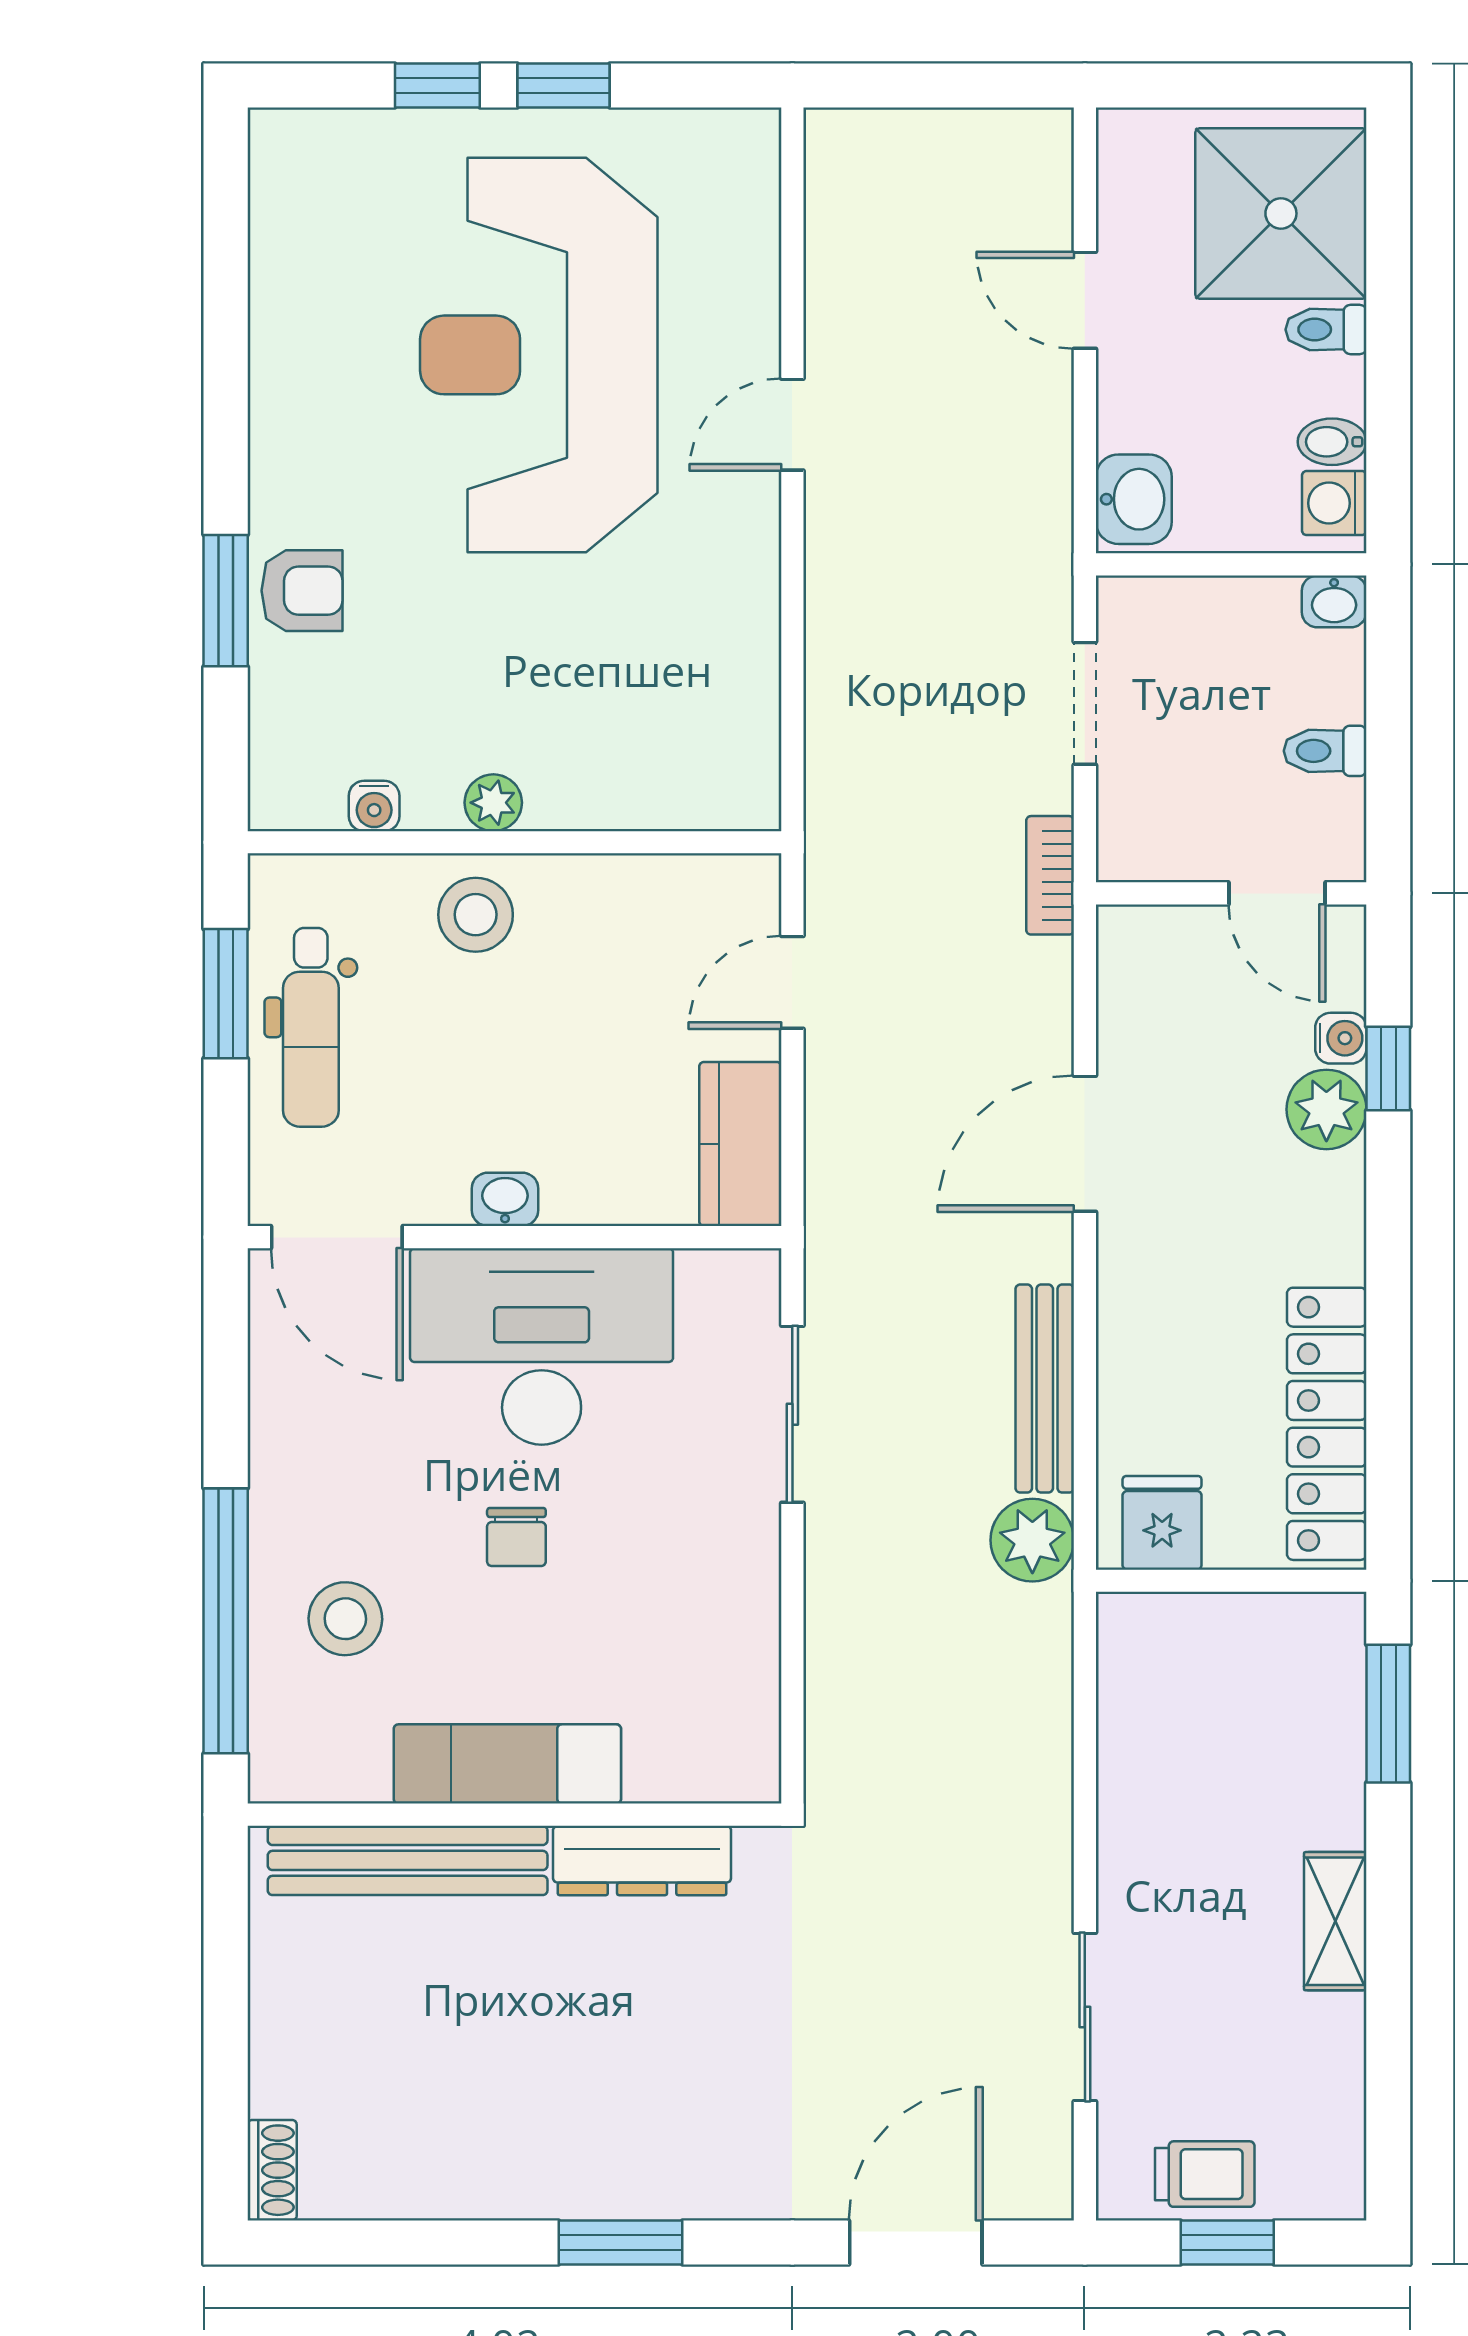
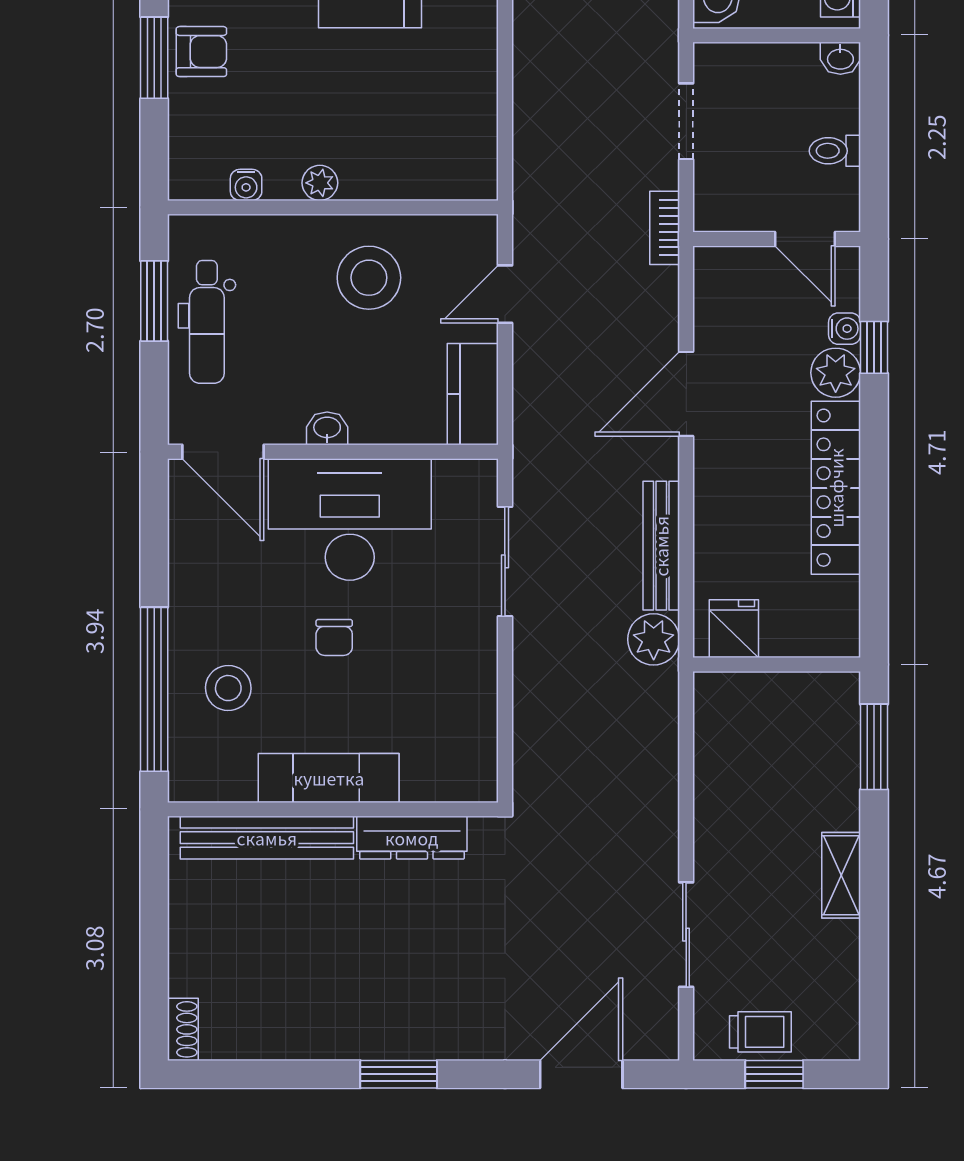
stool: (476, 915) -> (369, 278), moved, width x1.38, depth x1.38
locker: (1327, 1424) -> (836, 488), moved

